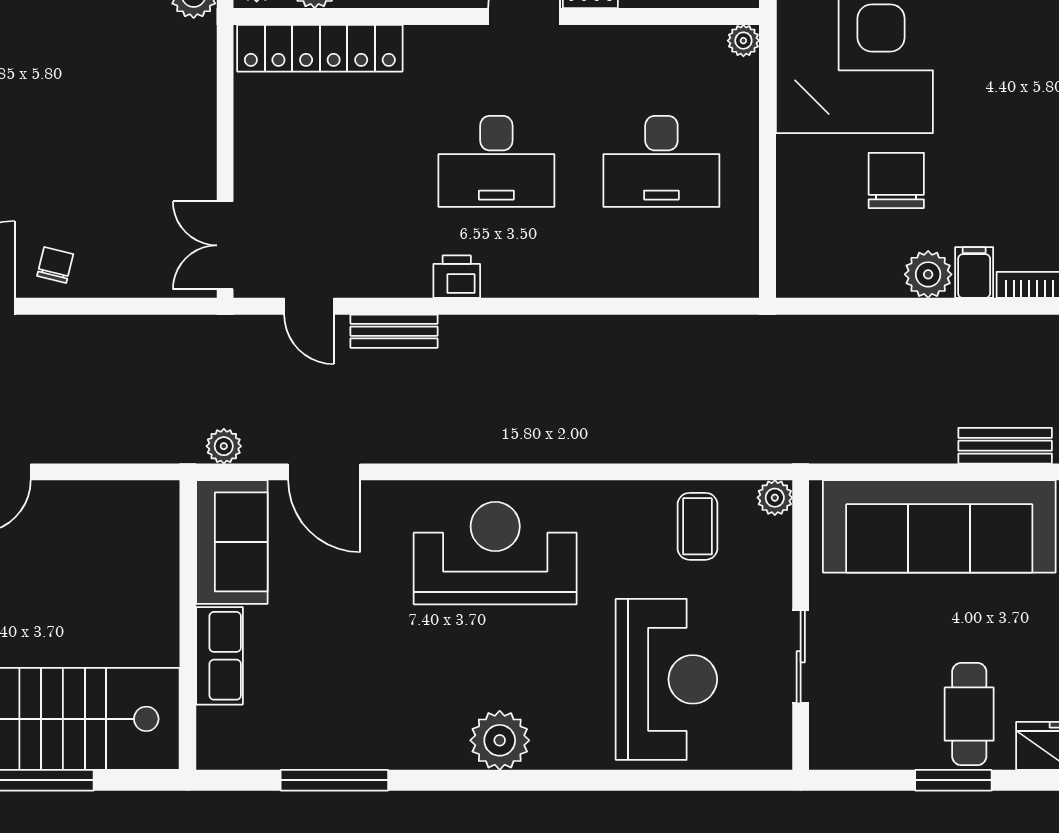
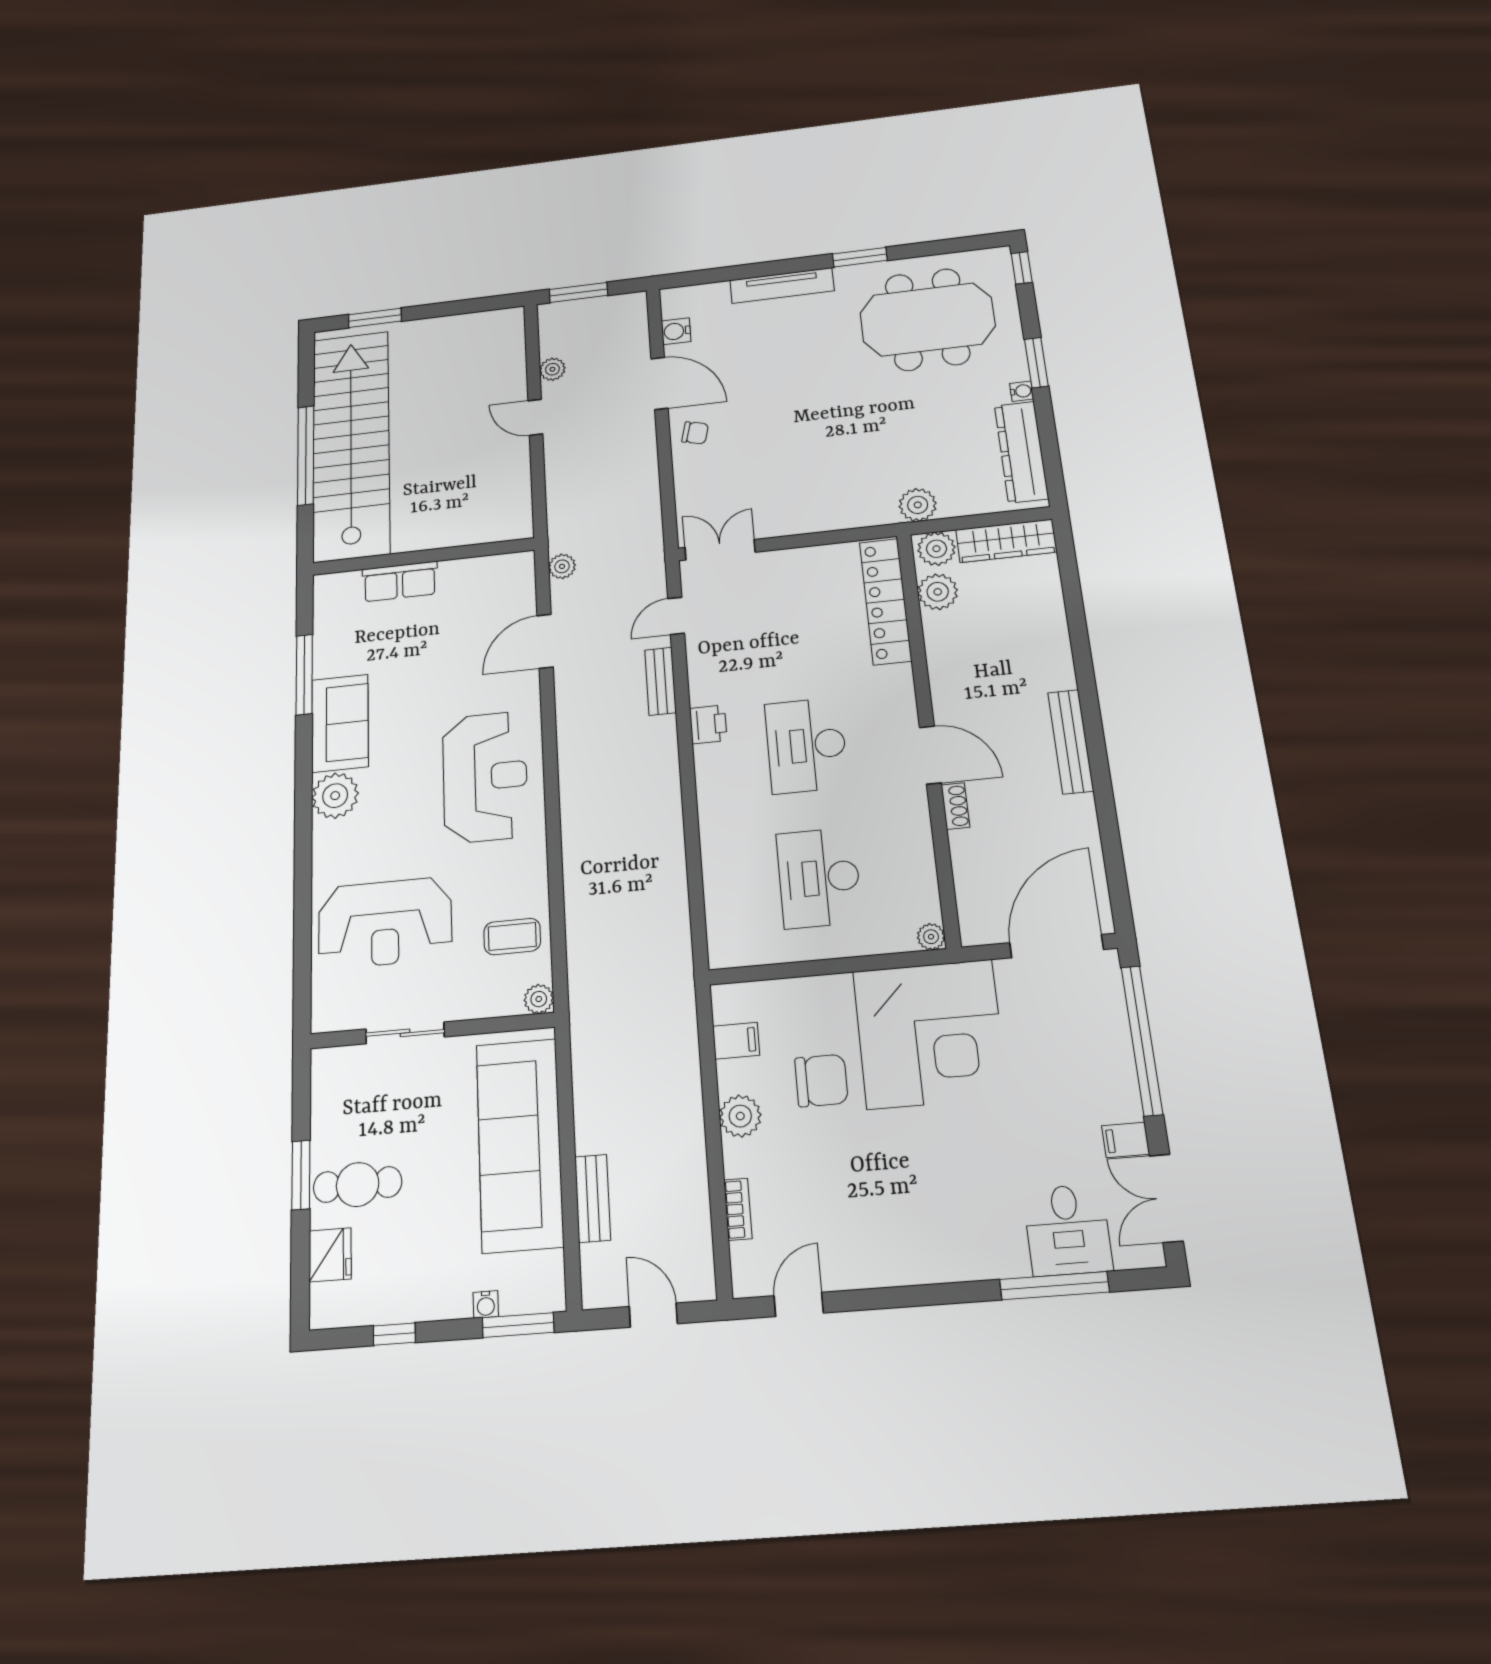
filing cabinet: (974, 273) -> (736, 1041), moved
sofa: (232, 542) -> (340, 723), moved, turned -90

